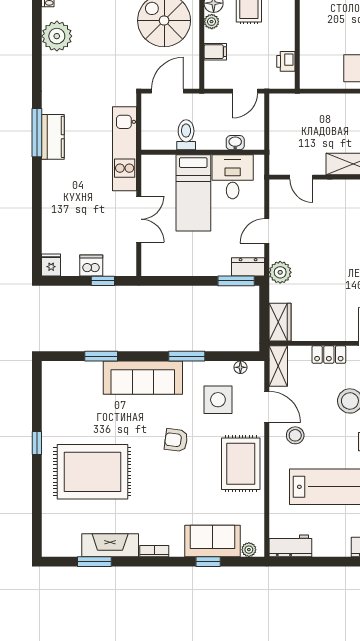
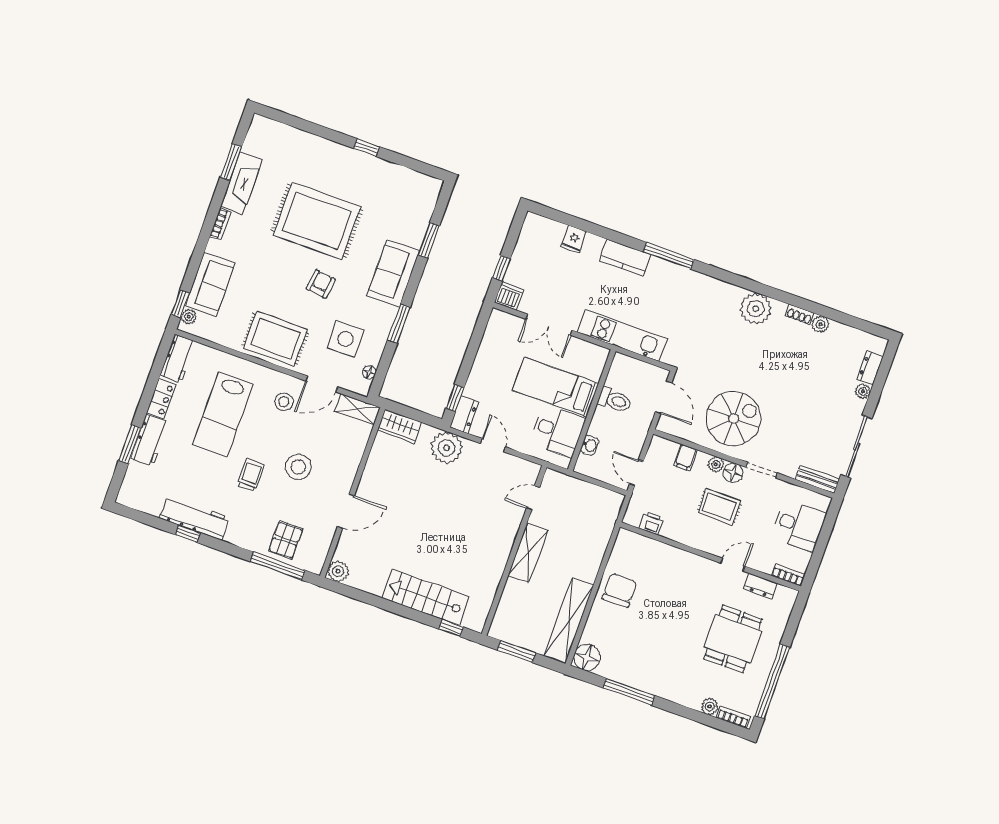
kitchen counter: (53, 137) -> (625, 258), moved
fridge: (51, 265) -> (574, 239), moved, turned 90
dishwasher: (91, 265) -> (509, 296), moved, turned -90
plant: (280, 272) -> (446, 448), width x1.36, depth x1.36
window: (236, 281) -> (455, 398), width x0.67
locker: (329, 354) -> (161, 399), moved, turned 180
sofa: (143, 378) -> (393, 273), width x0.73
rug: (92, 472) -> (317, 221), moved, turned 90
window: (208, 562) -> (180, 304), moved

